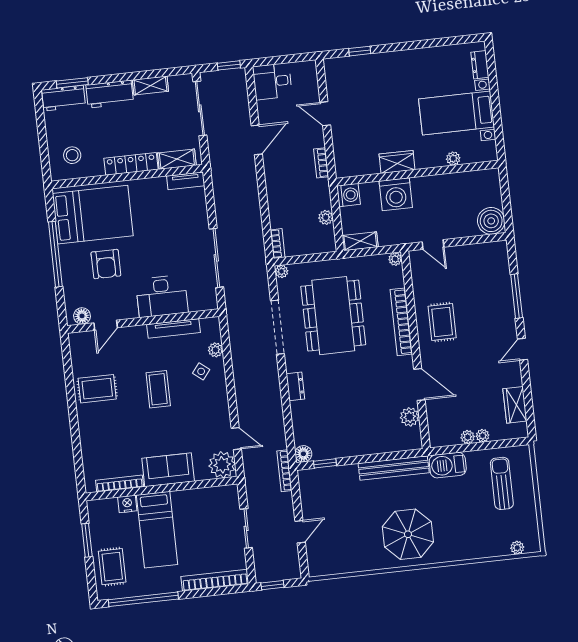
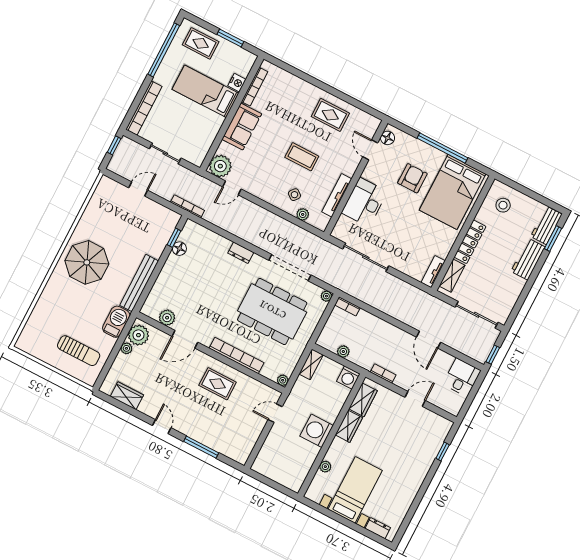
shelving: (150, 86) -> (515, 291), removed
wardrobe: (361, 165) -> (363, 400), added
washing machine: (396, 194) -> (317, 431), moved
boiler: (491, 221) -> (265, 464), removed
armchair: (106, 264) -> (412, 178), turned 90
rug: (97, 389) -> (330, 115), turned 90
plant: (483, 436) -> (138, 335), moved, width x1.87, depth x1.87
floor lamp: (303, 454) -> (179, 249), moved
door: (300, 532) -> (138, 189), swing flipped
plant: (517, 548) -> (27, 332), removed

